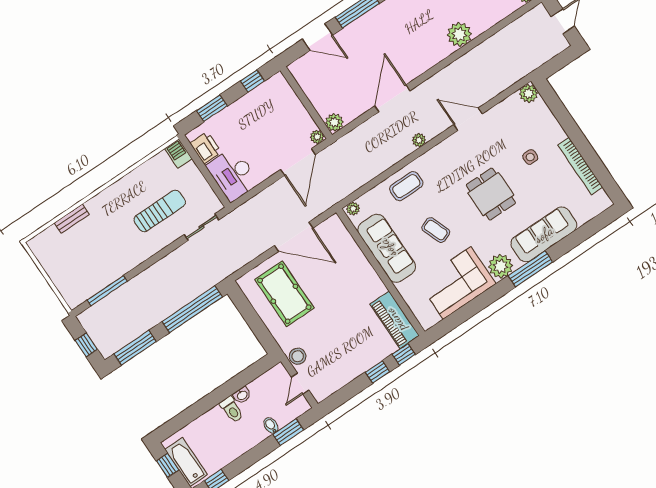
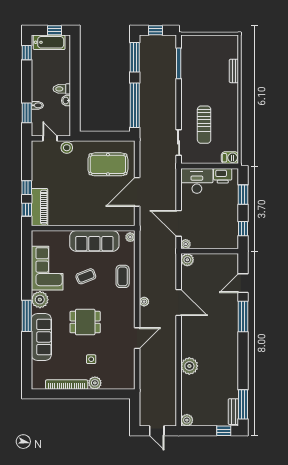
plant: (529, 93) -> (95, 383), moved
piano: (395, 320) -> (39, 207), moved, turned 90

